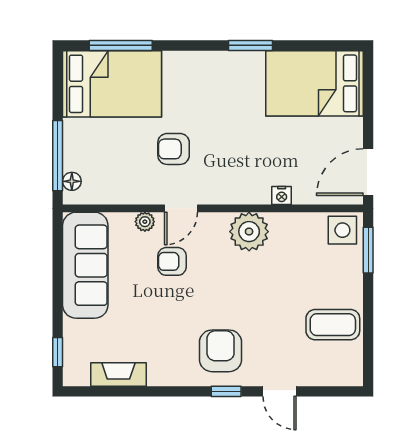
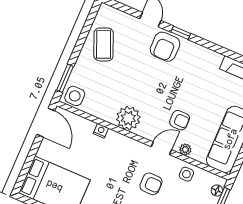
door: (368, 172) -> (46, 123), hinge flipped
side table: (127, 186) -> (186, 174), added
coffee table: (333, 325) -> (104, 44), turned 67
armchair: (221, 351) -> (165, 47), moved

